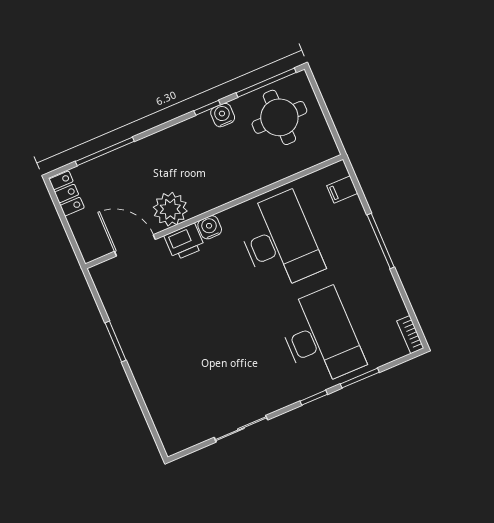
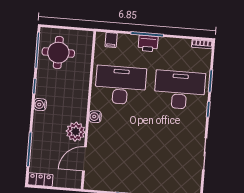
water cooler: (223, 115) -> (40, 105), moved
printer: (184, 242) -> (148, 43), moved, turned 90

